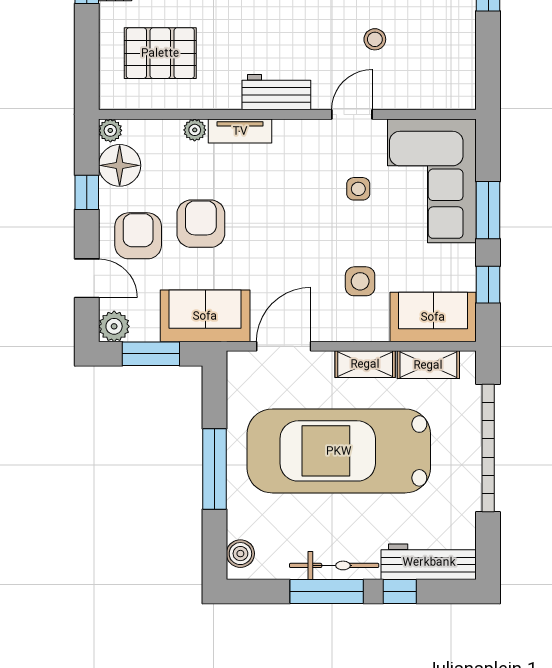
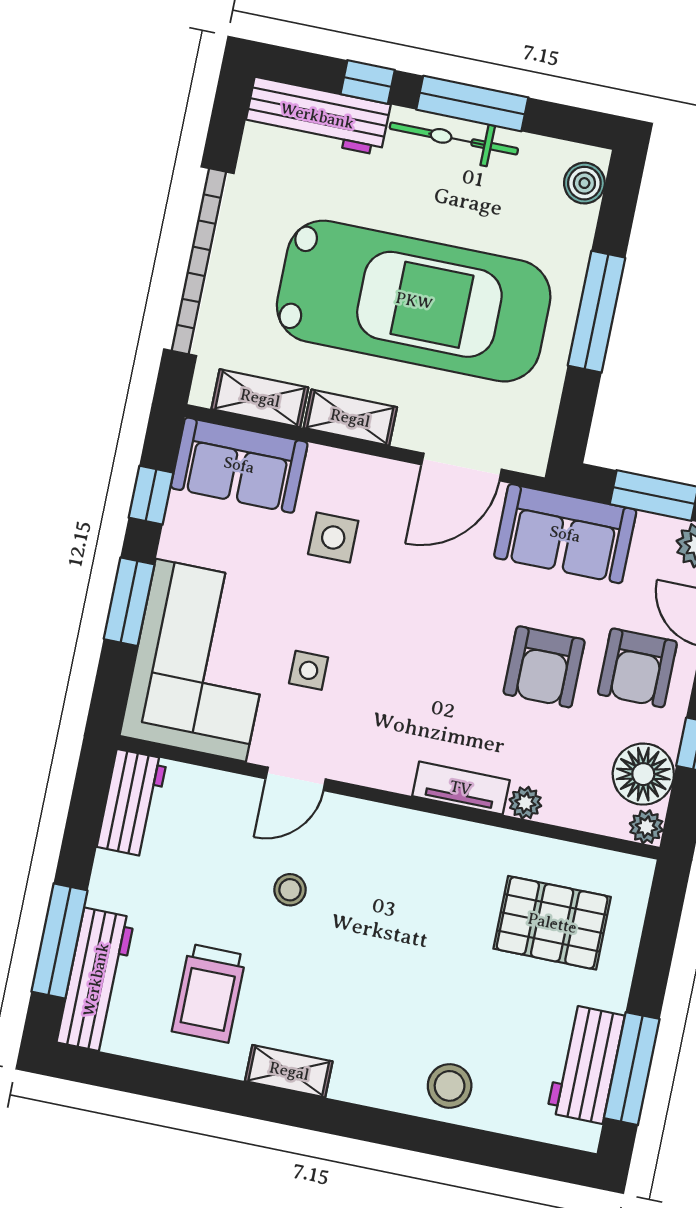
stool: (375, 39) -> (290, 890), moved
workbench: (276, 92) -> (132, 803), moved, turned -90

